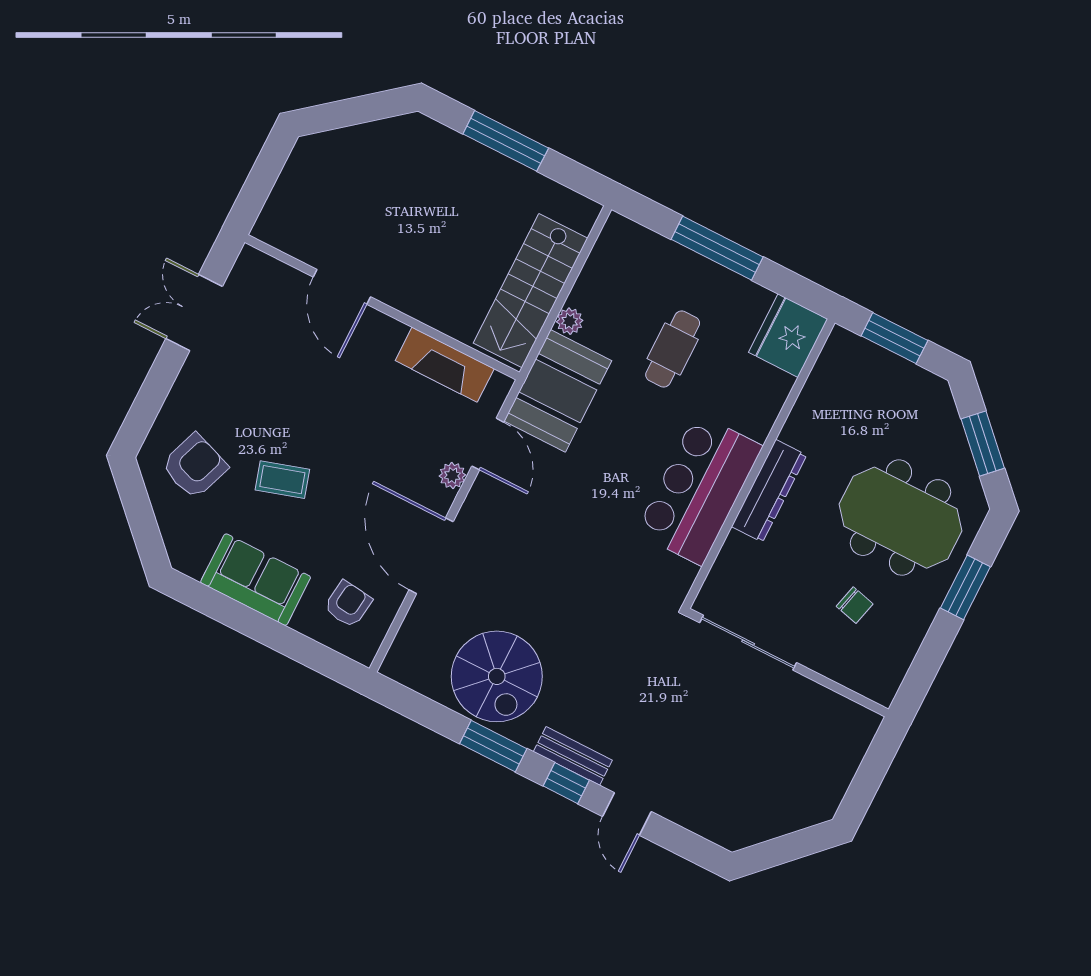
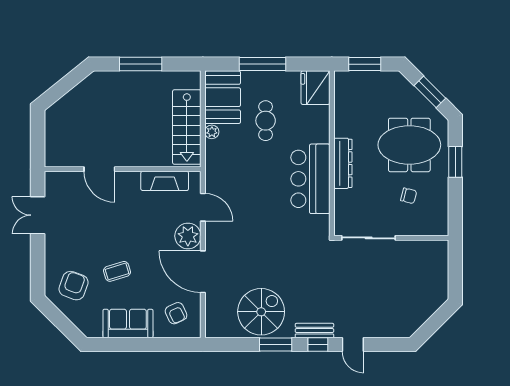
booth: (558, 391) -> (223, 97), moved
plant: (452, 476) -> (188, 236), width x1.88, depth x1.88
armchair: (348, 604) -> (176, 313), turned 148
spiral stairs: (497, 676) -> (261, 312), turned -90

